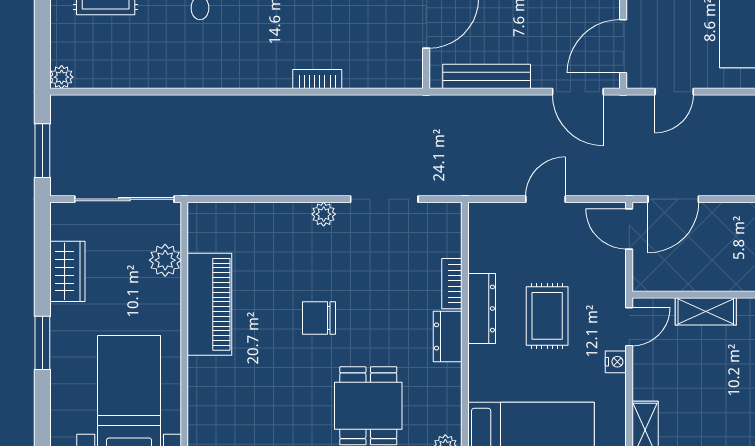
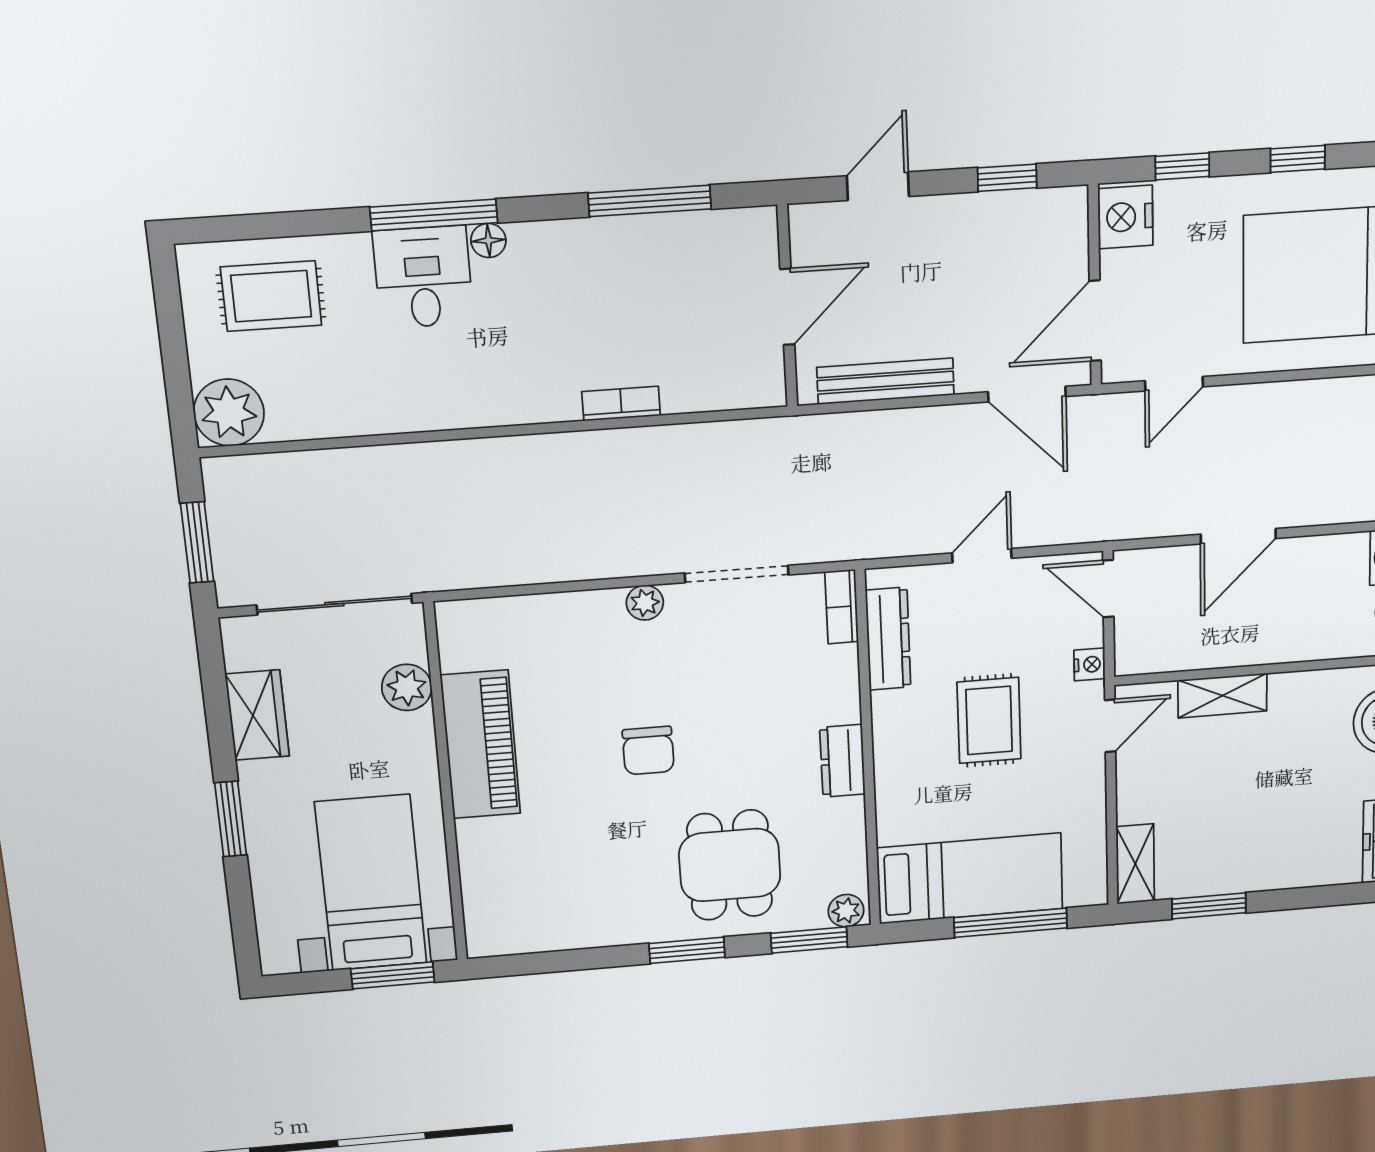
plant: (62, 77) -> (229, 412), width x1.87, depth x1.87
door: (673, 199) -> (1238, 536), moved
bookcase: (452, 284) -> (842, 607), moved
dresser: (482, 309) -> (888, 639), moved
chair: (319, 318) -> (648, 751), turned -90
nightstand: (616, 362) -> (1090, 664), moved

